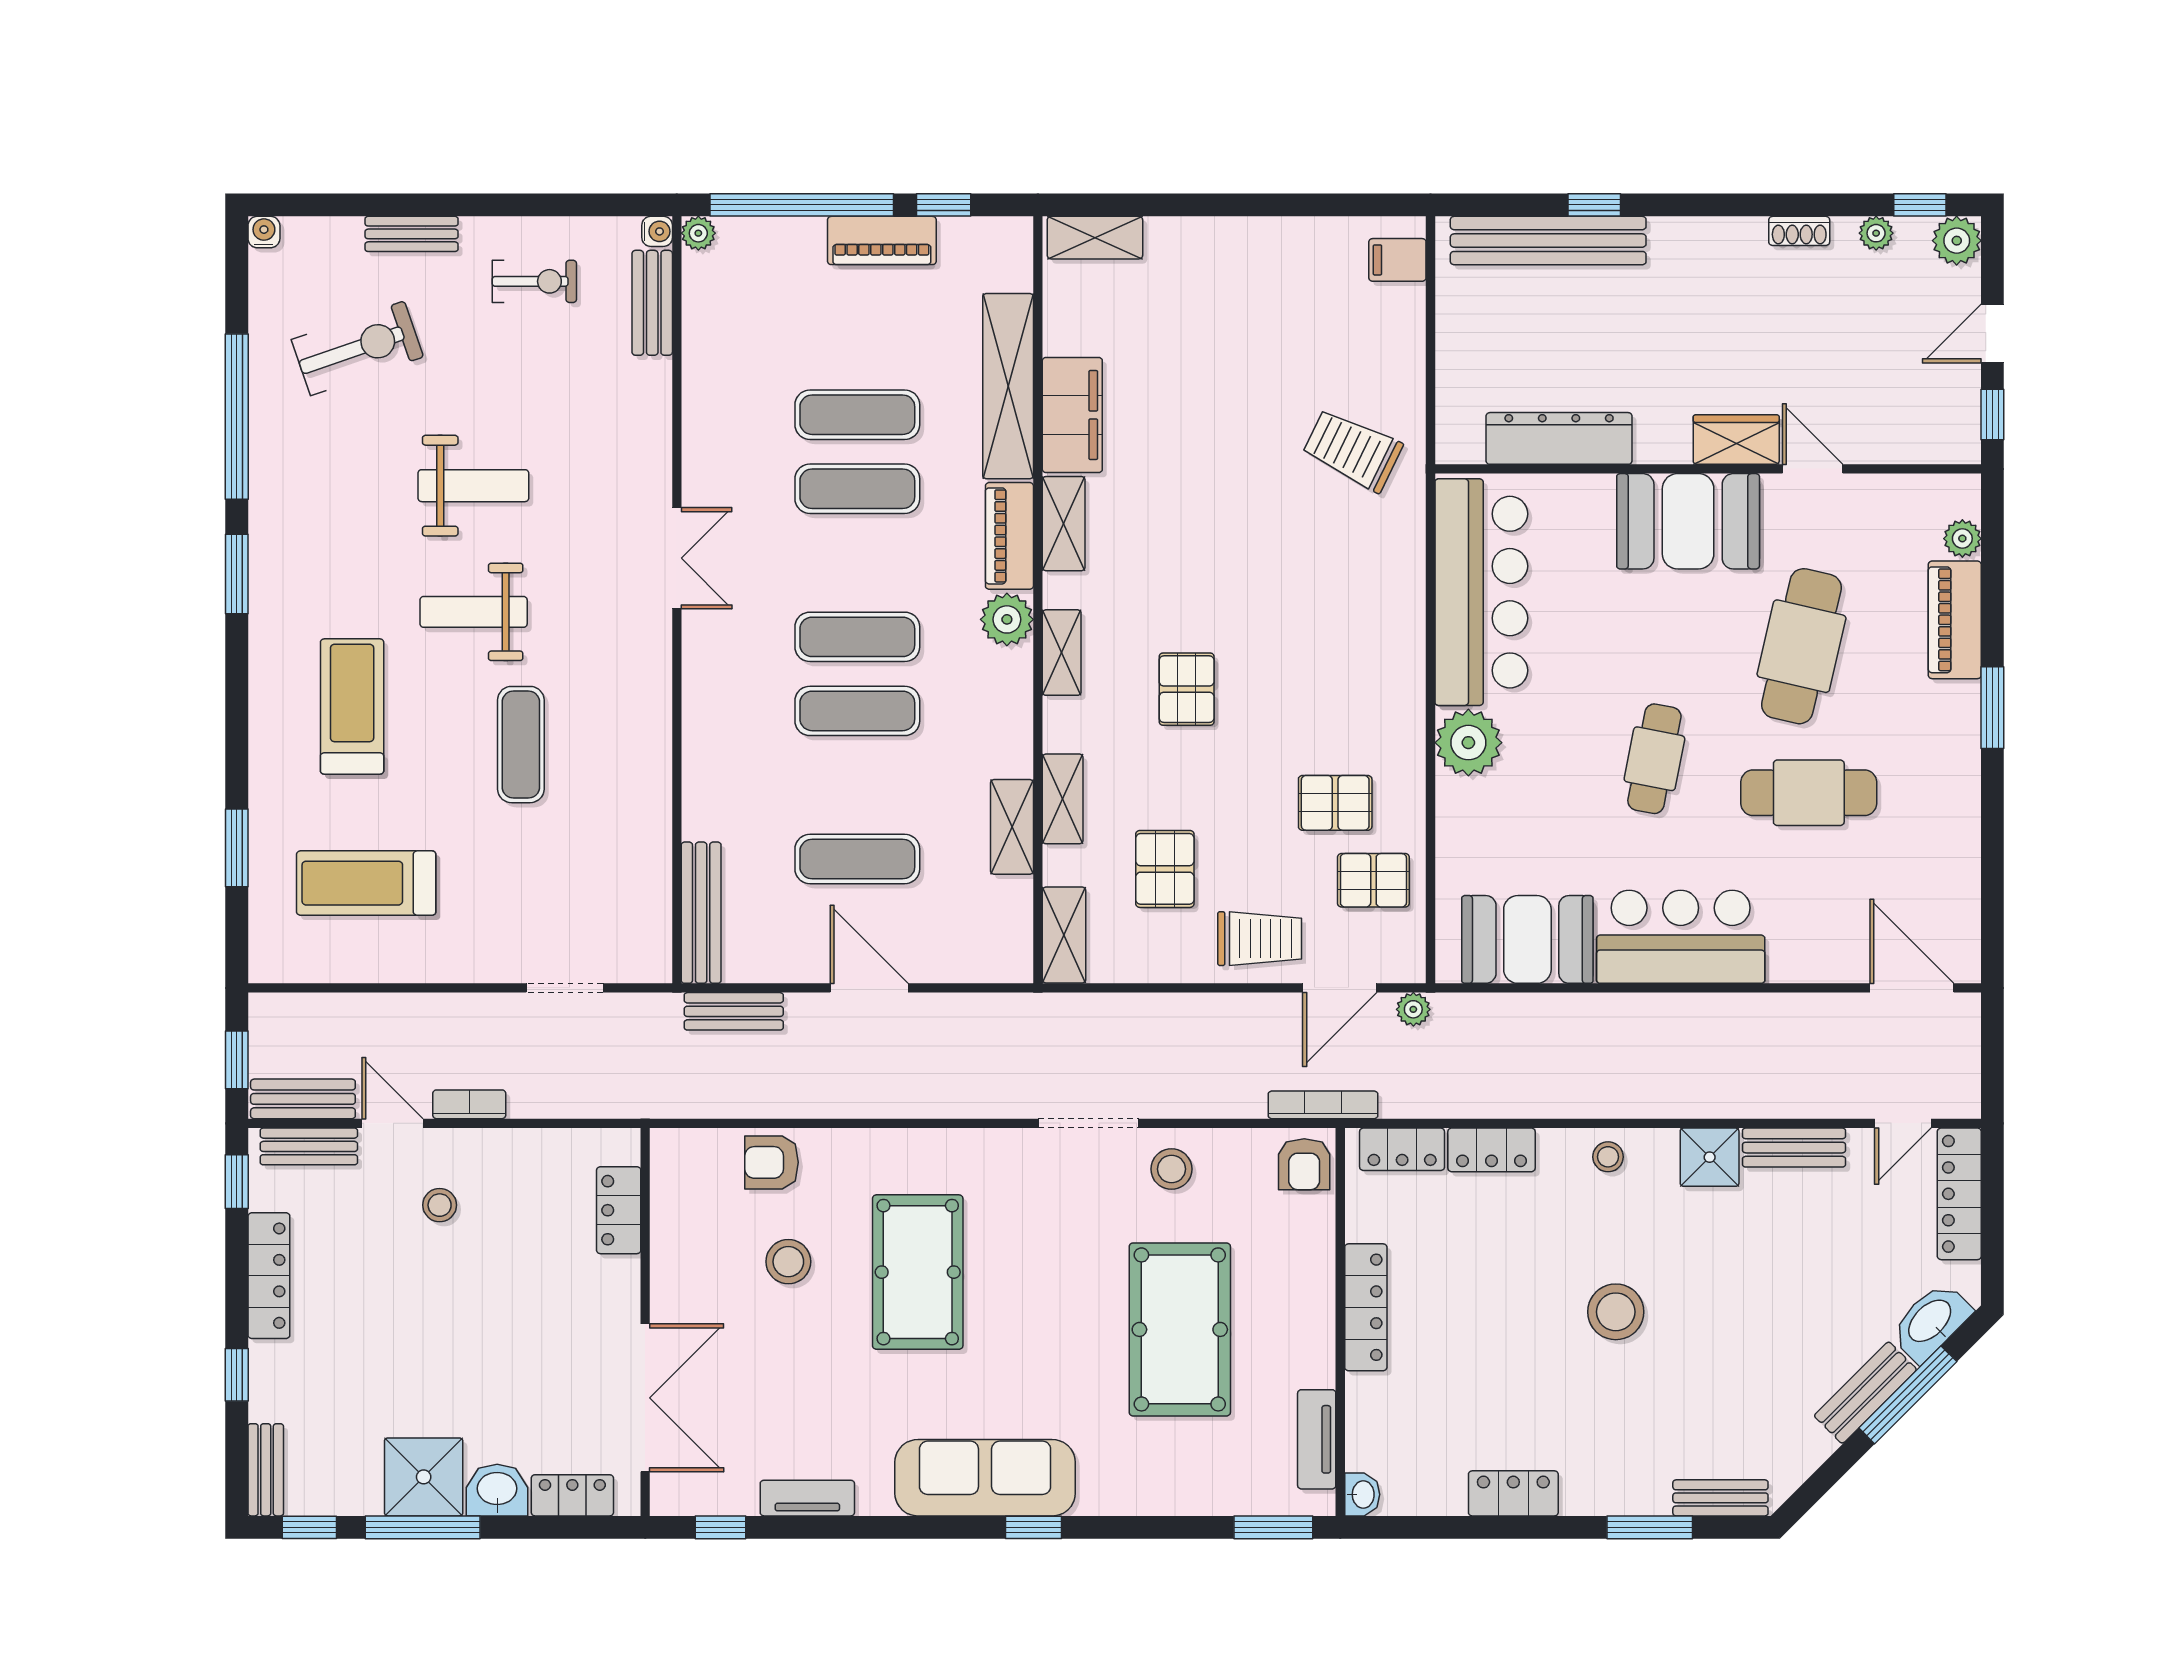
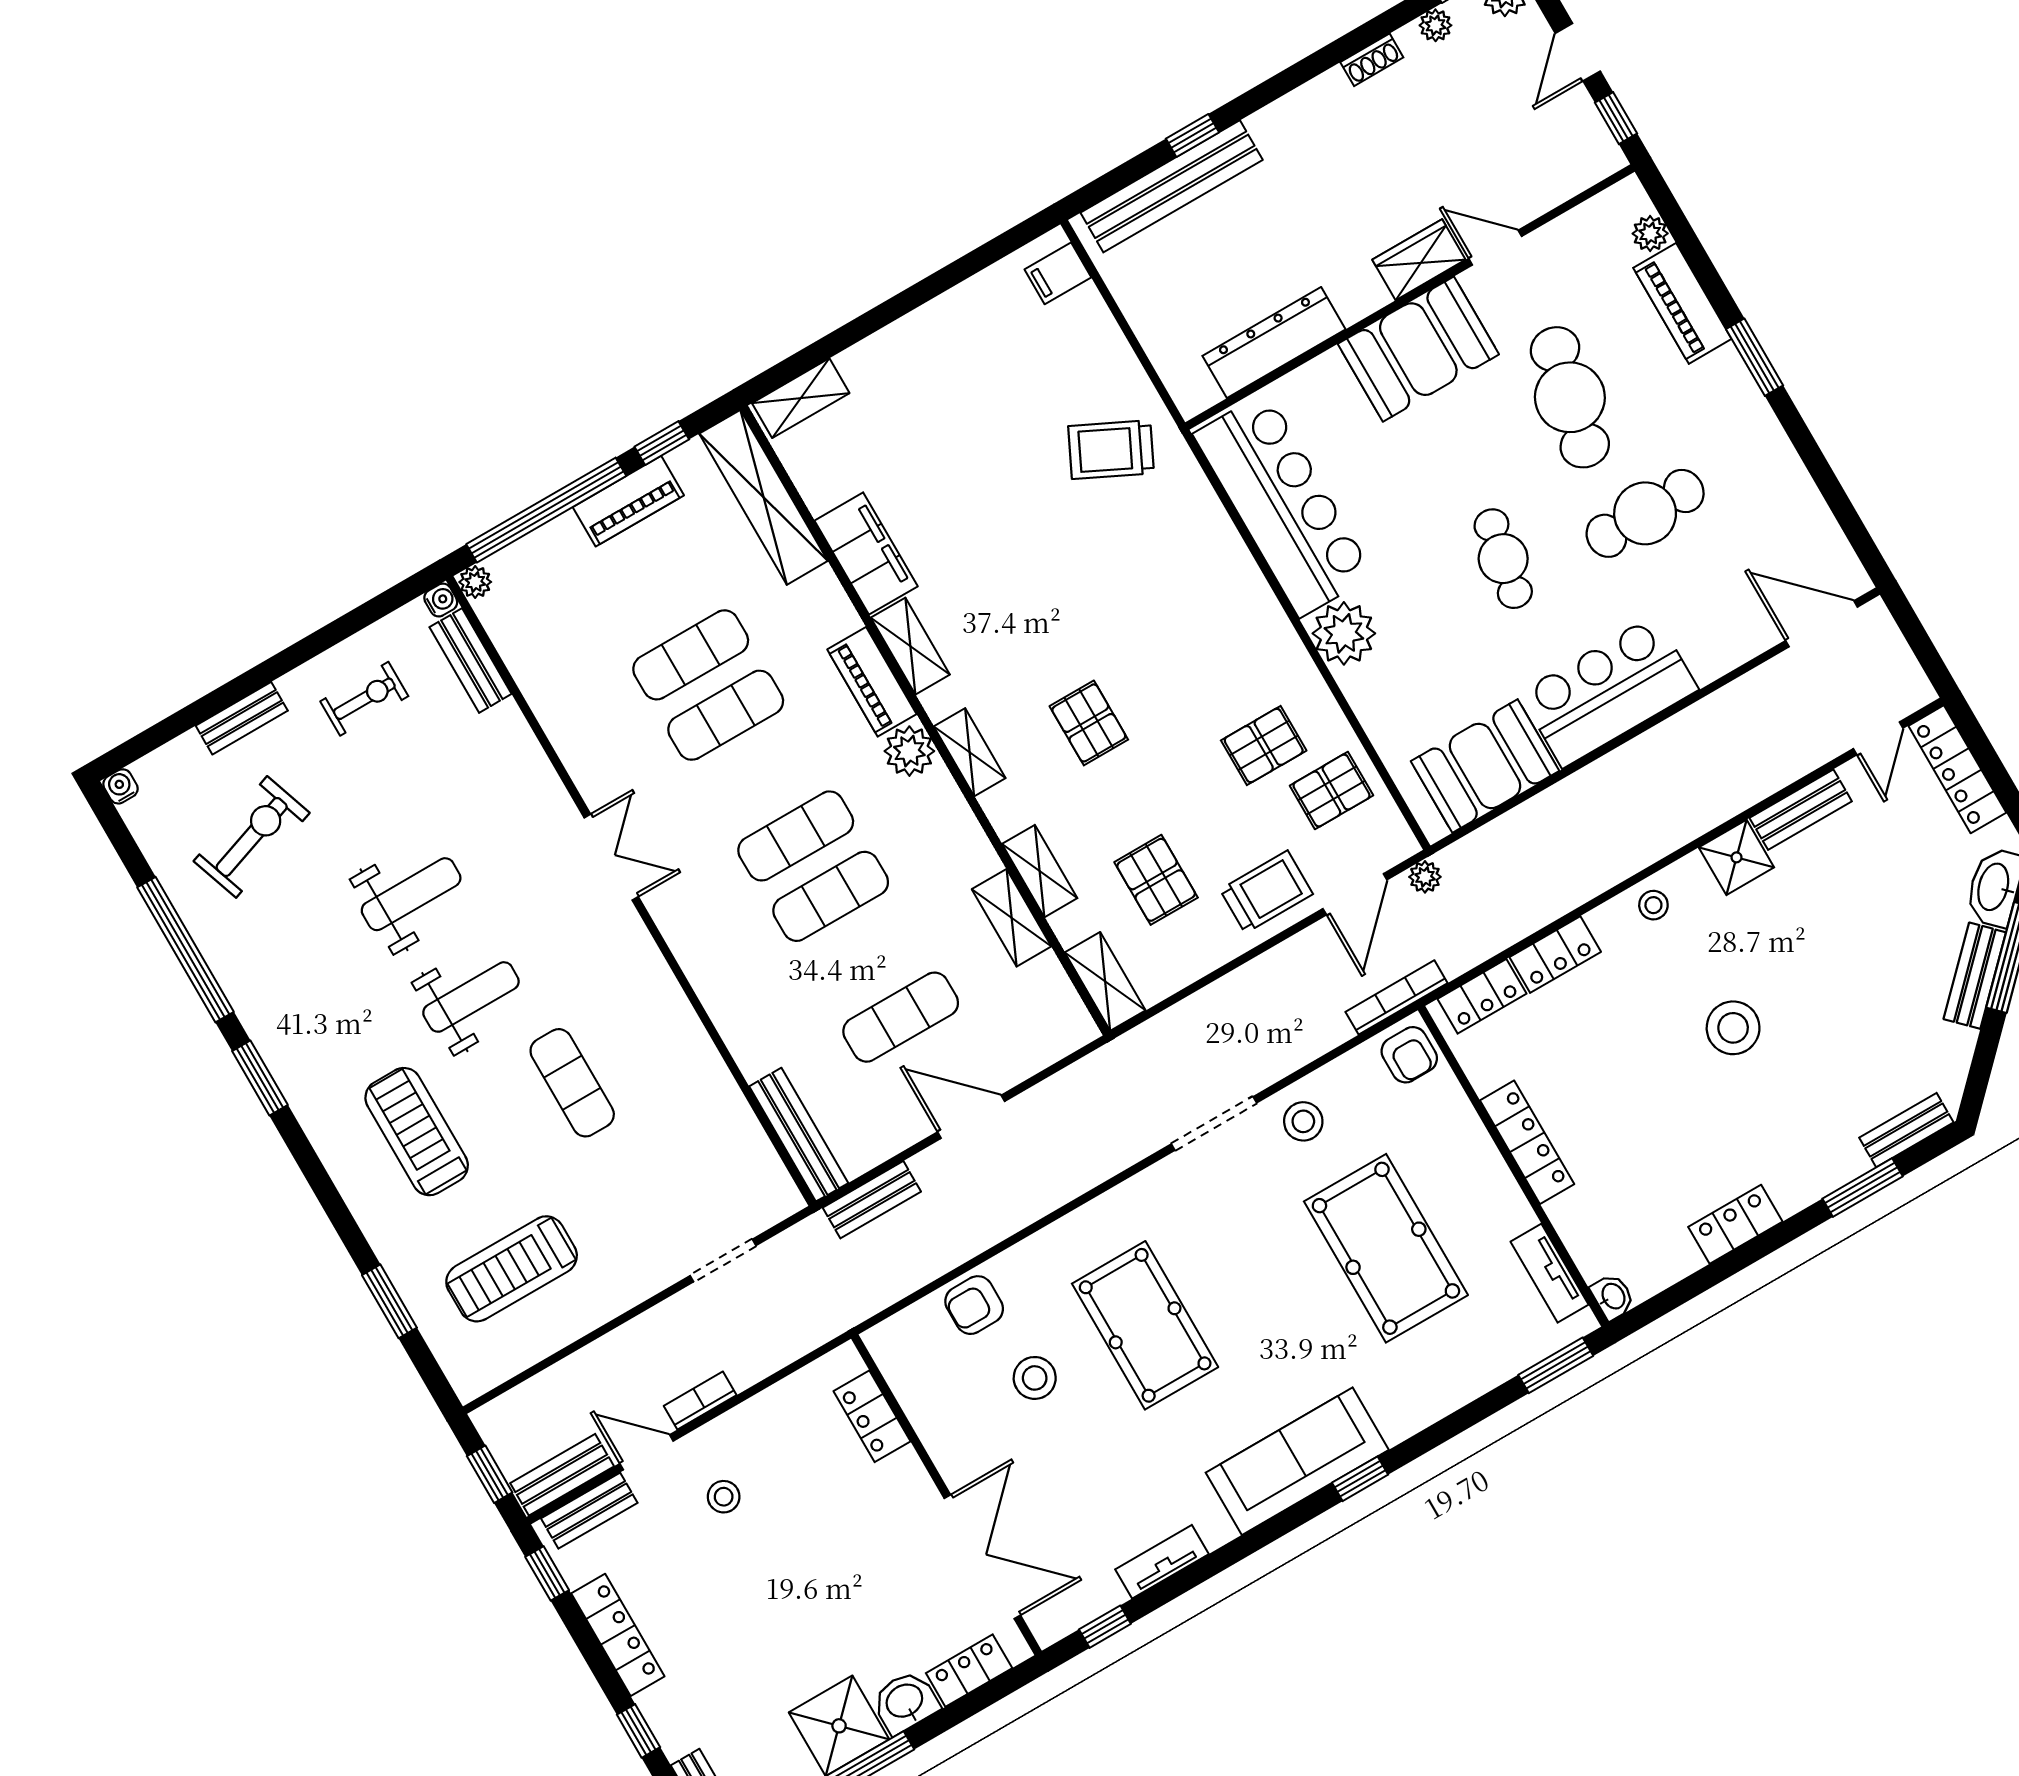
shelving: (1008, 386) -> (764, 497), moved
weight bench: (474, 612) -> (471, 997), turned 180

